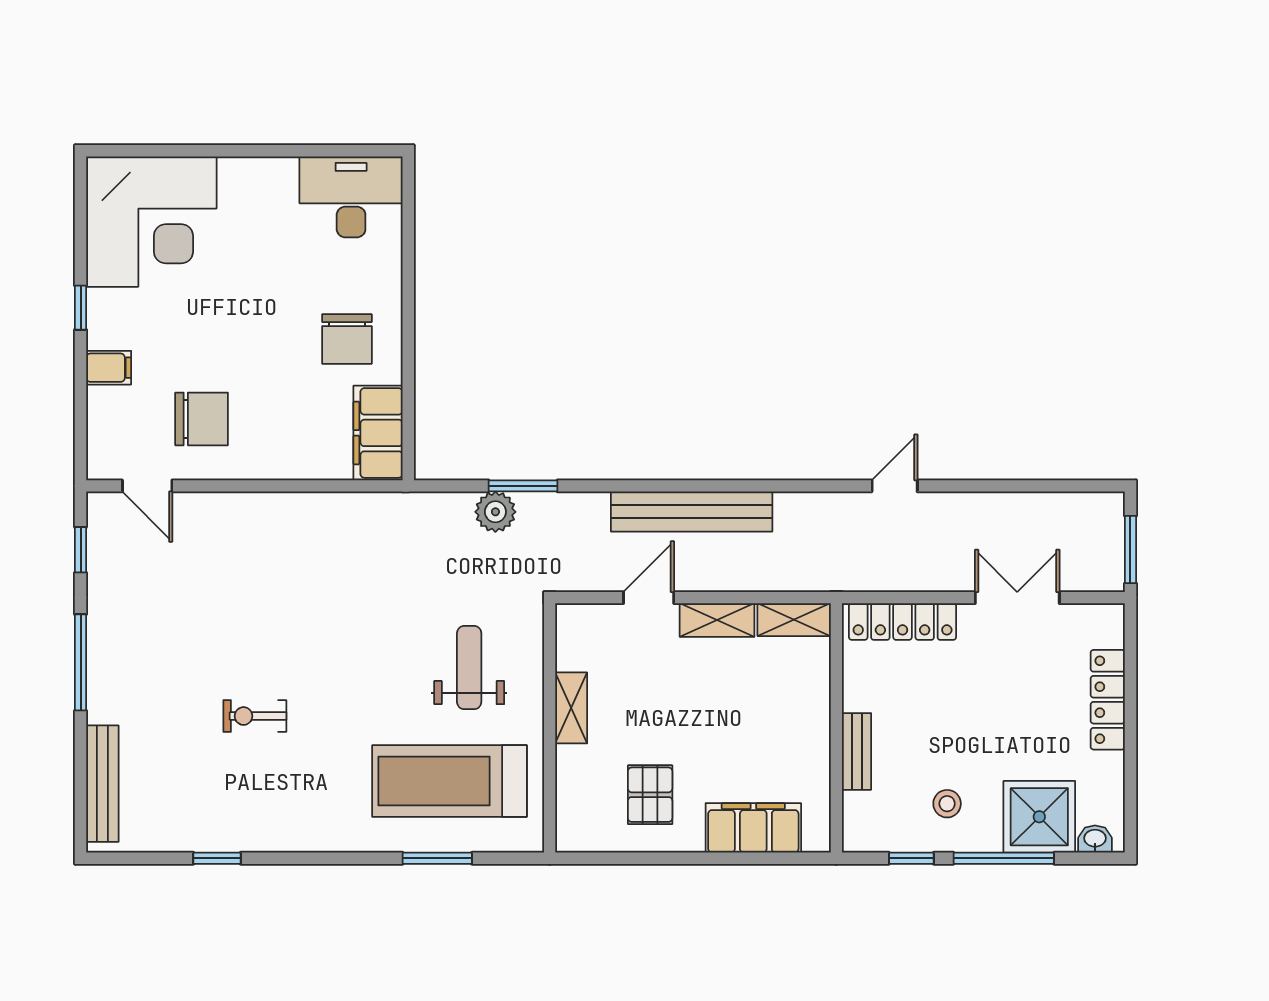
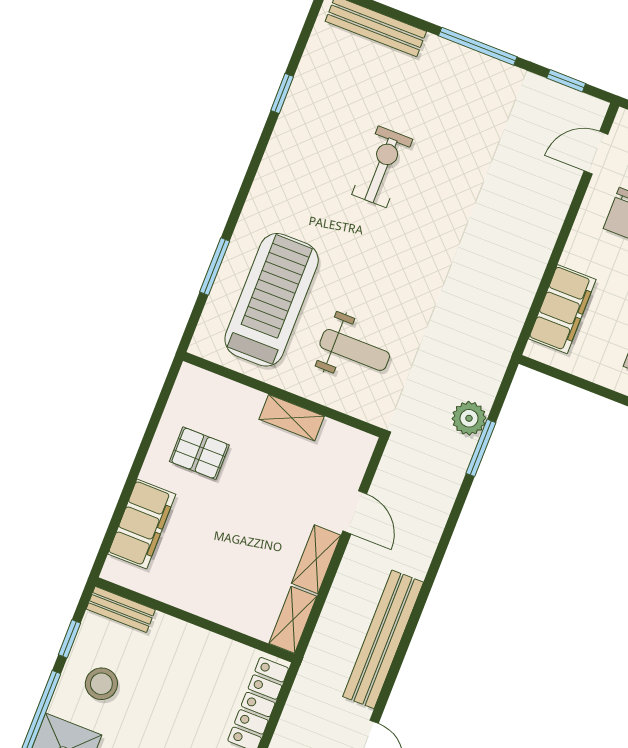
filing cabinet: (378, 433) -> (562, 309), moved, turned 90
bench: (692, 512) -> (383, 639), moved
exercise bike: (255, 716) -> (382, 167), width x1.38, depth x1.39
bench: (857, 751) -> (121, 609), moved
stool: (947, 804) -> (101, 684), width x1.37, depth x1.37

